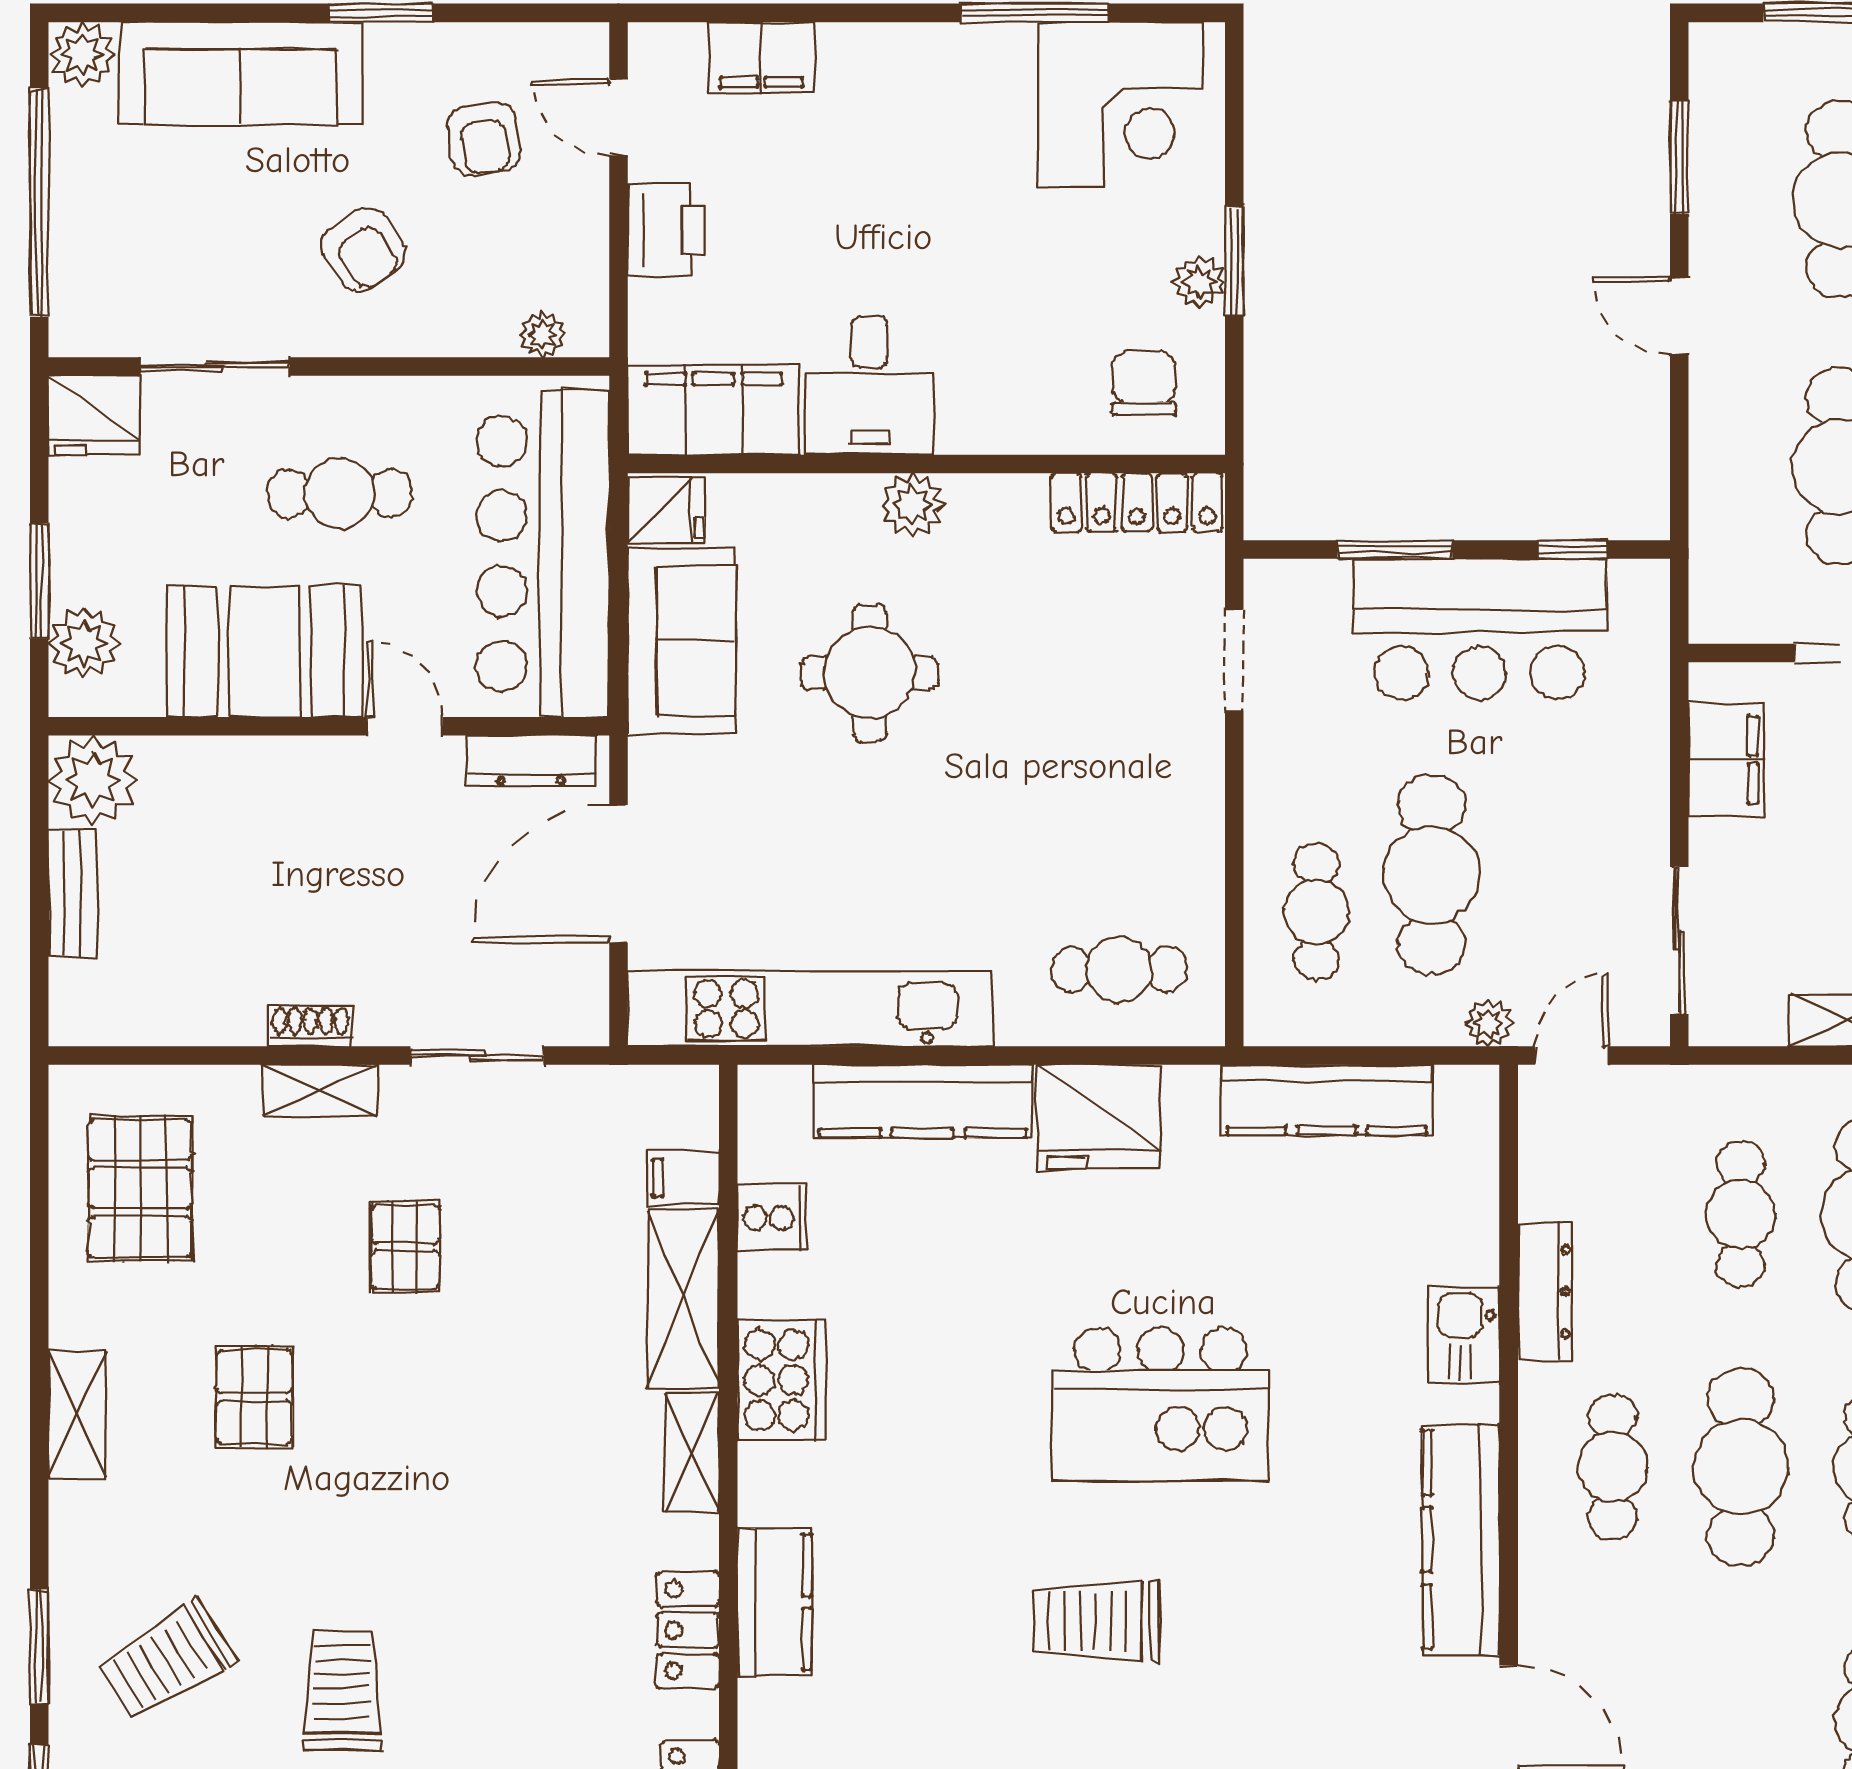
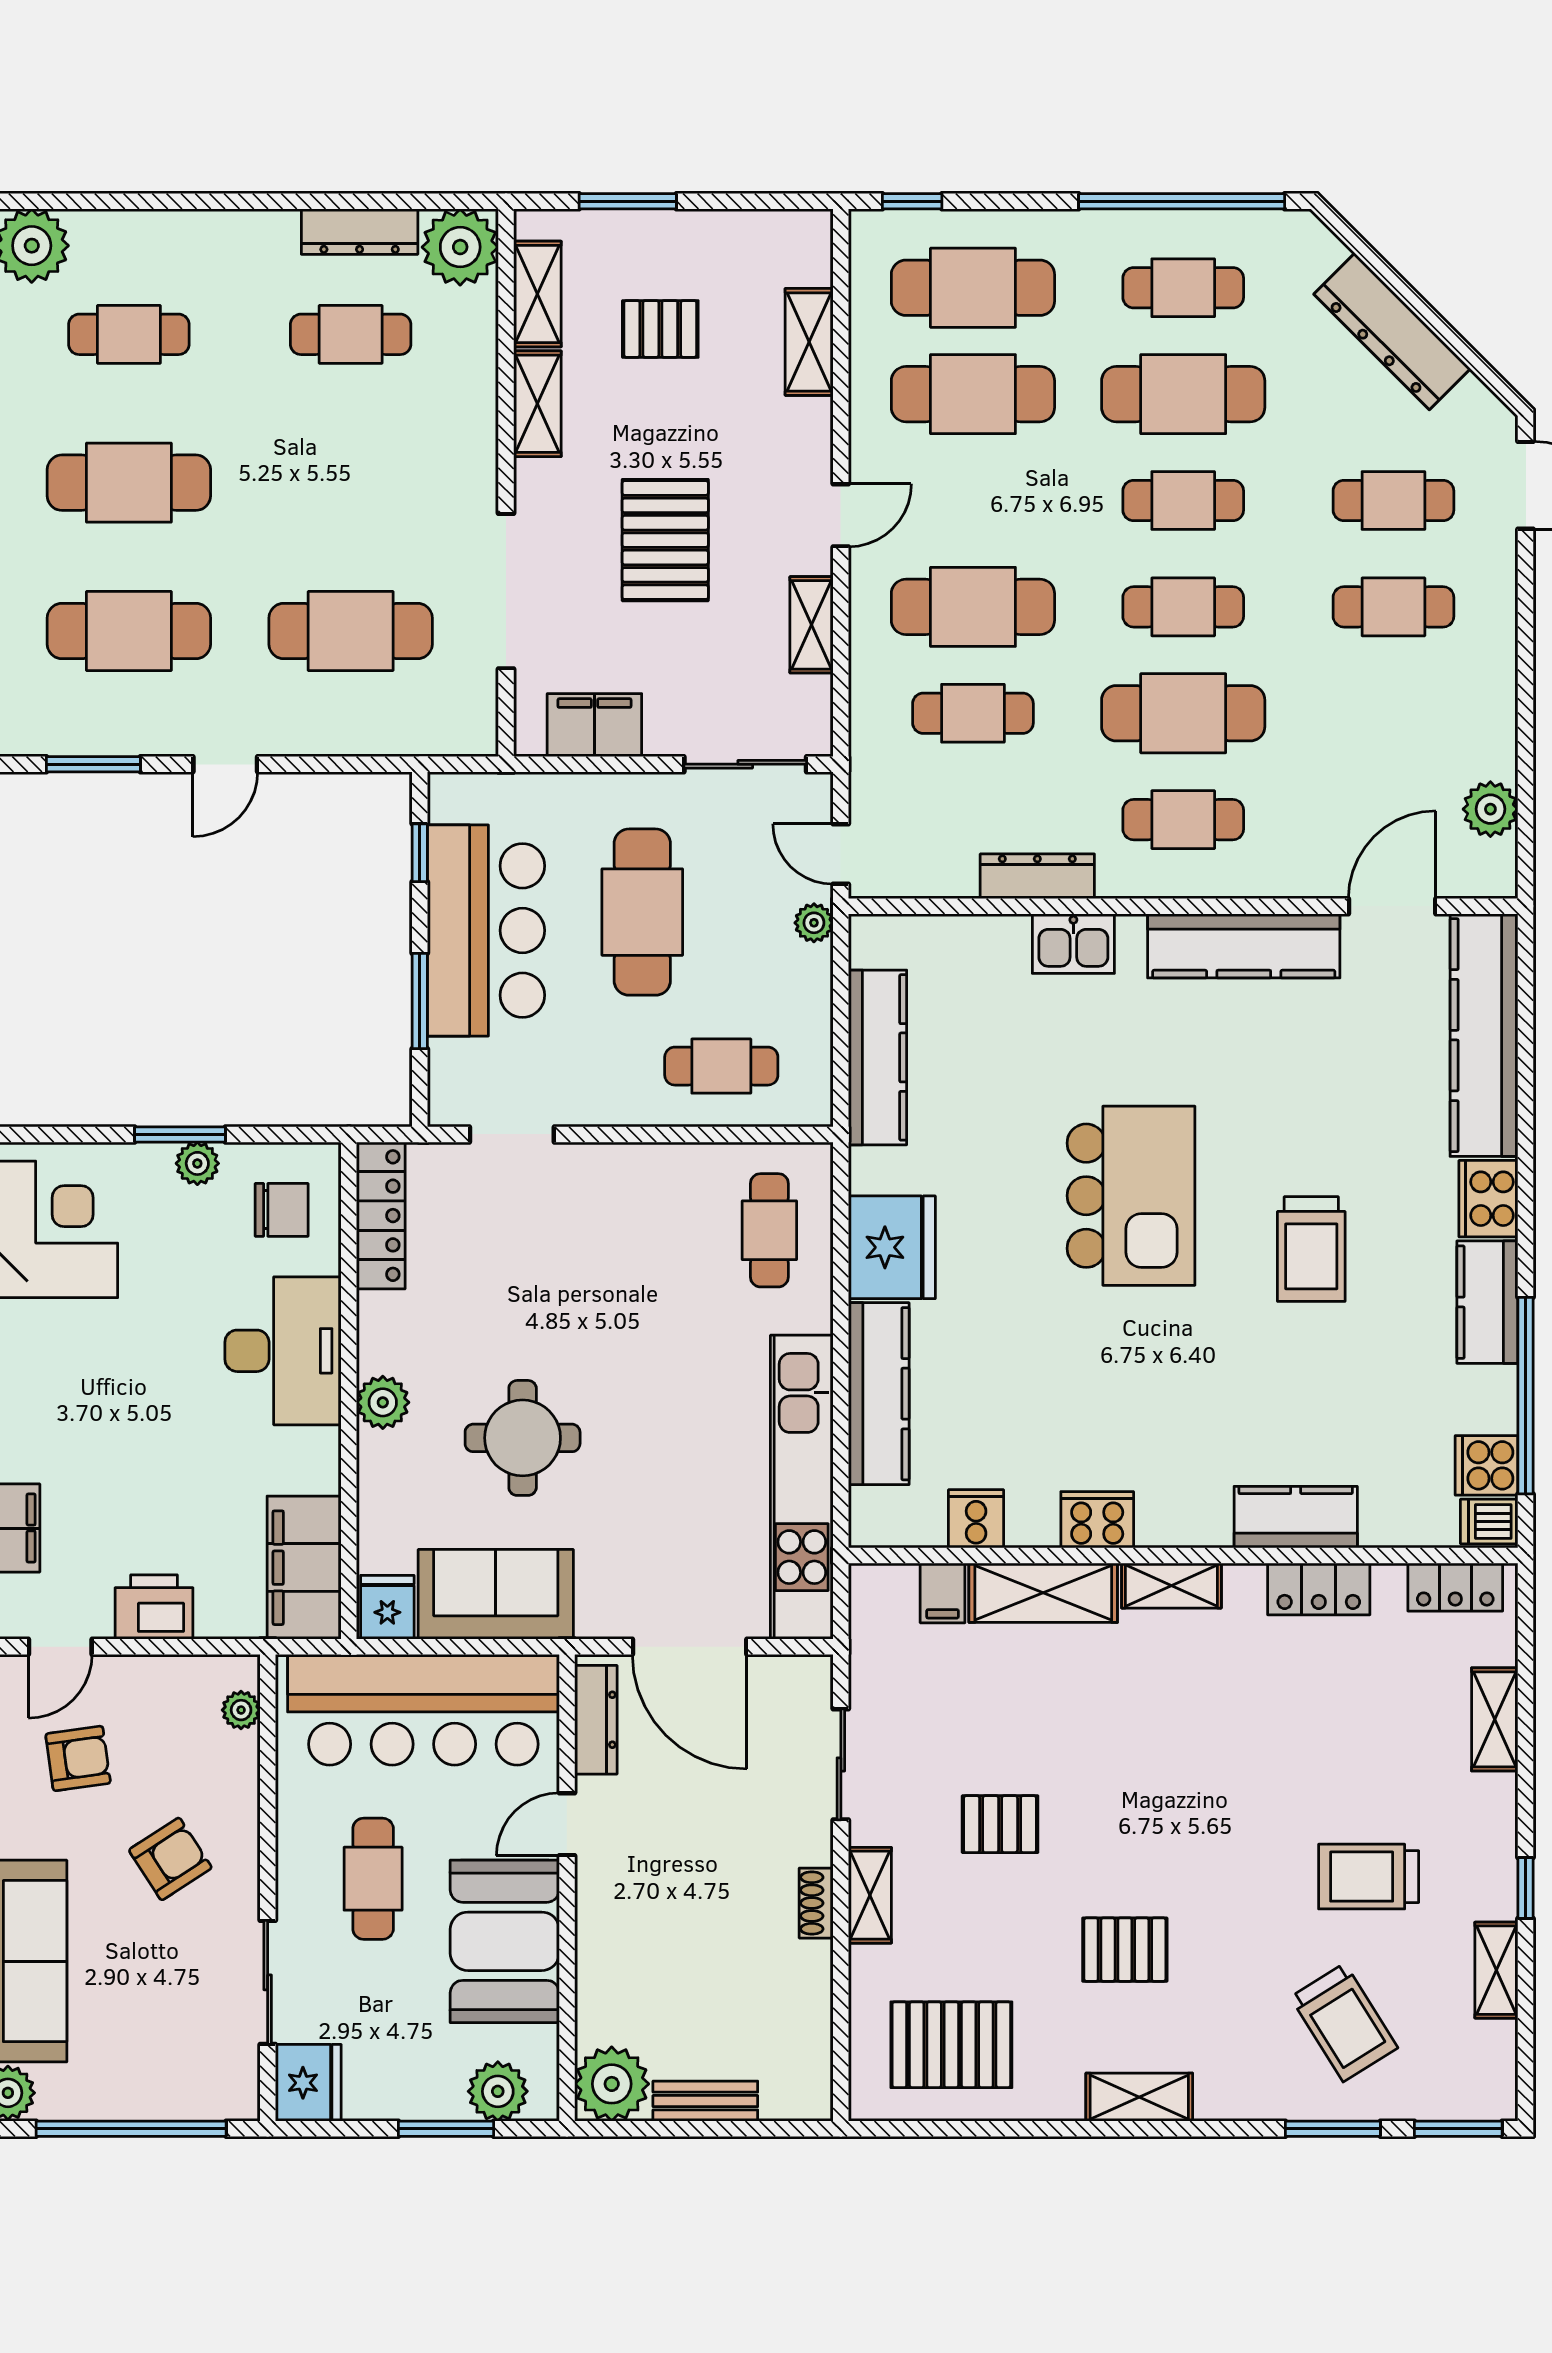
chair: (1144, 383) -> (282, 1210), turned 180
desk: (869, 385) -> (283, 1351), moved, width x1.37
cafe table: (1432, 875) -> (642, 912), moved, turned 90
cooker: (782, 1380) -> (1097, 1520), width x0.73, depth x0.76

